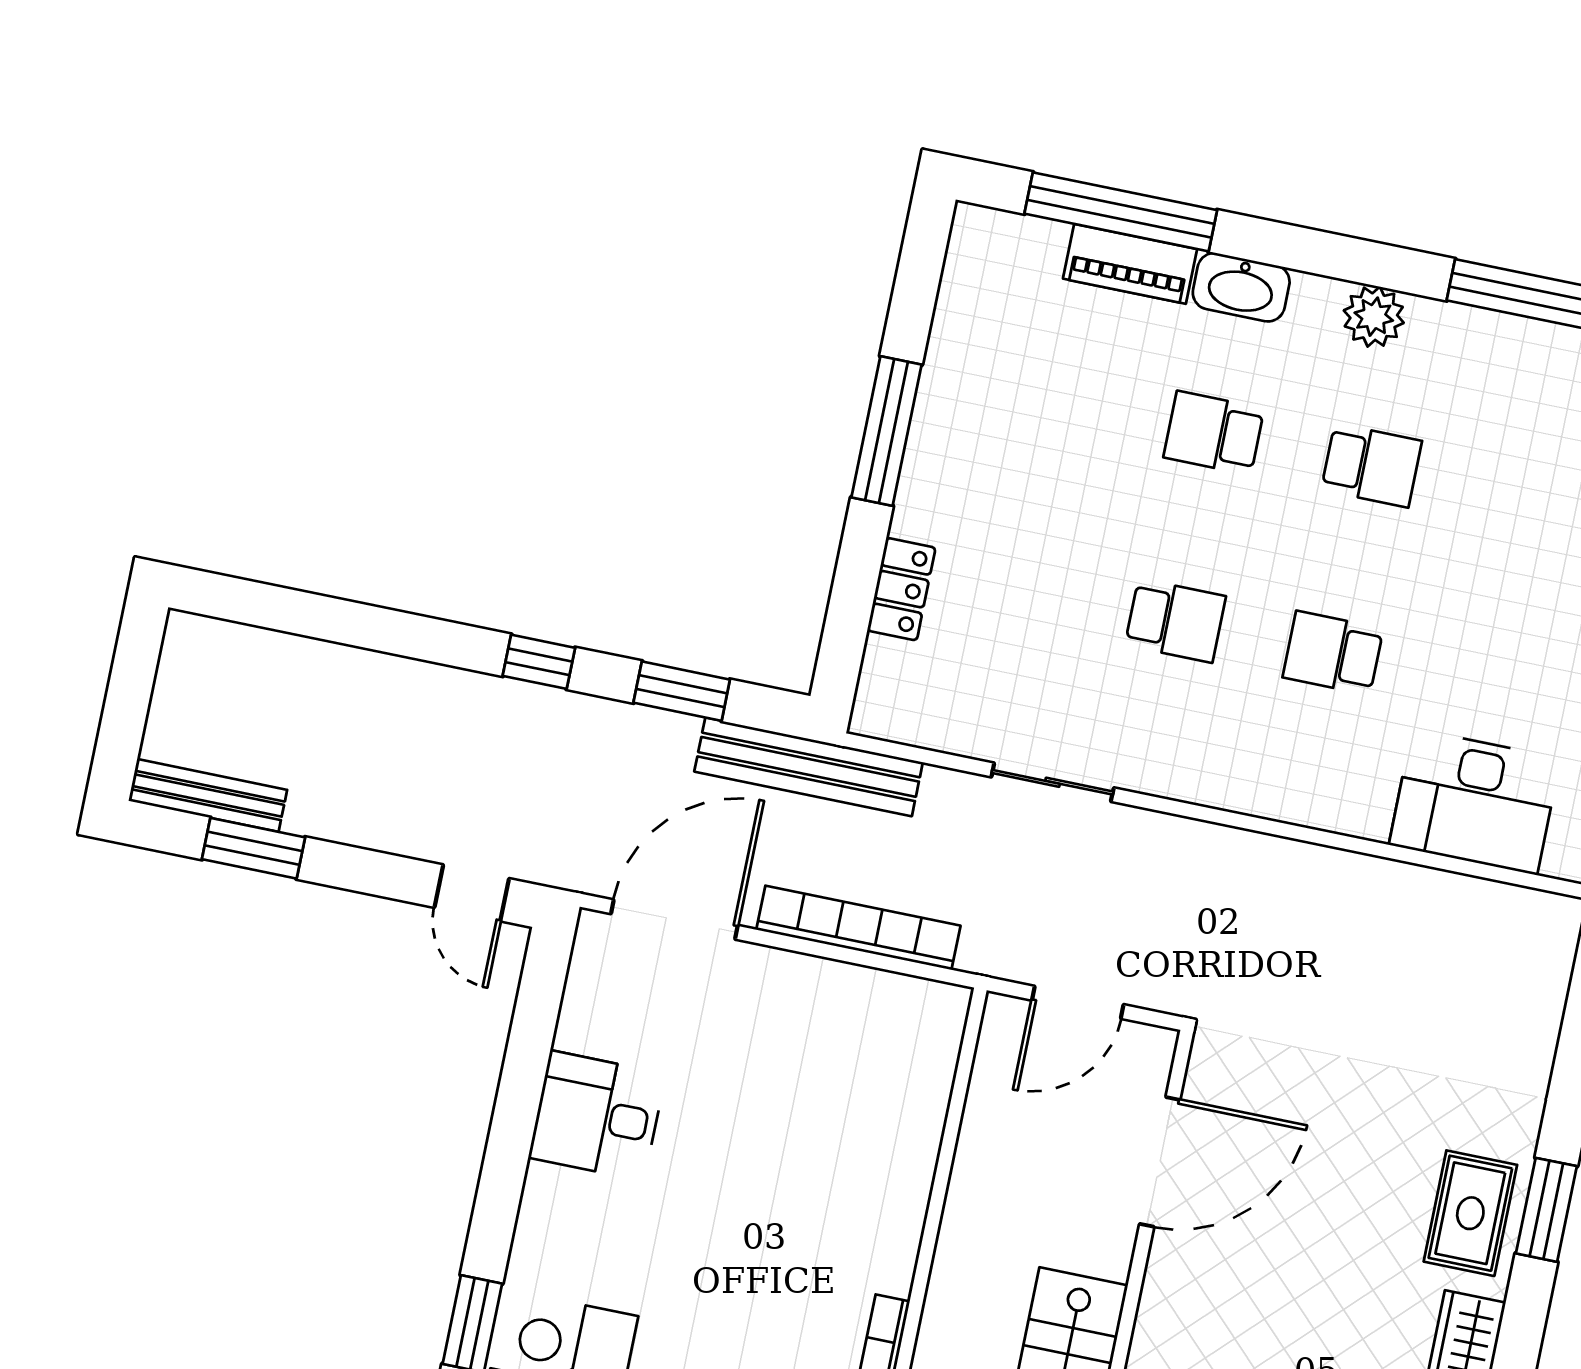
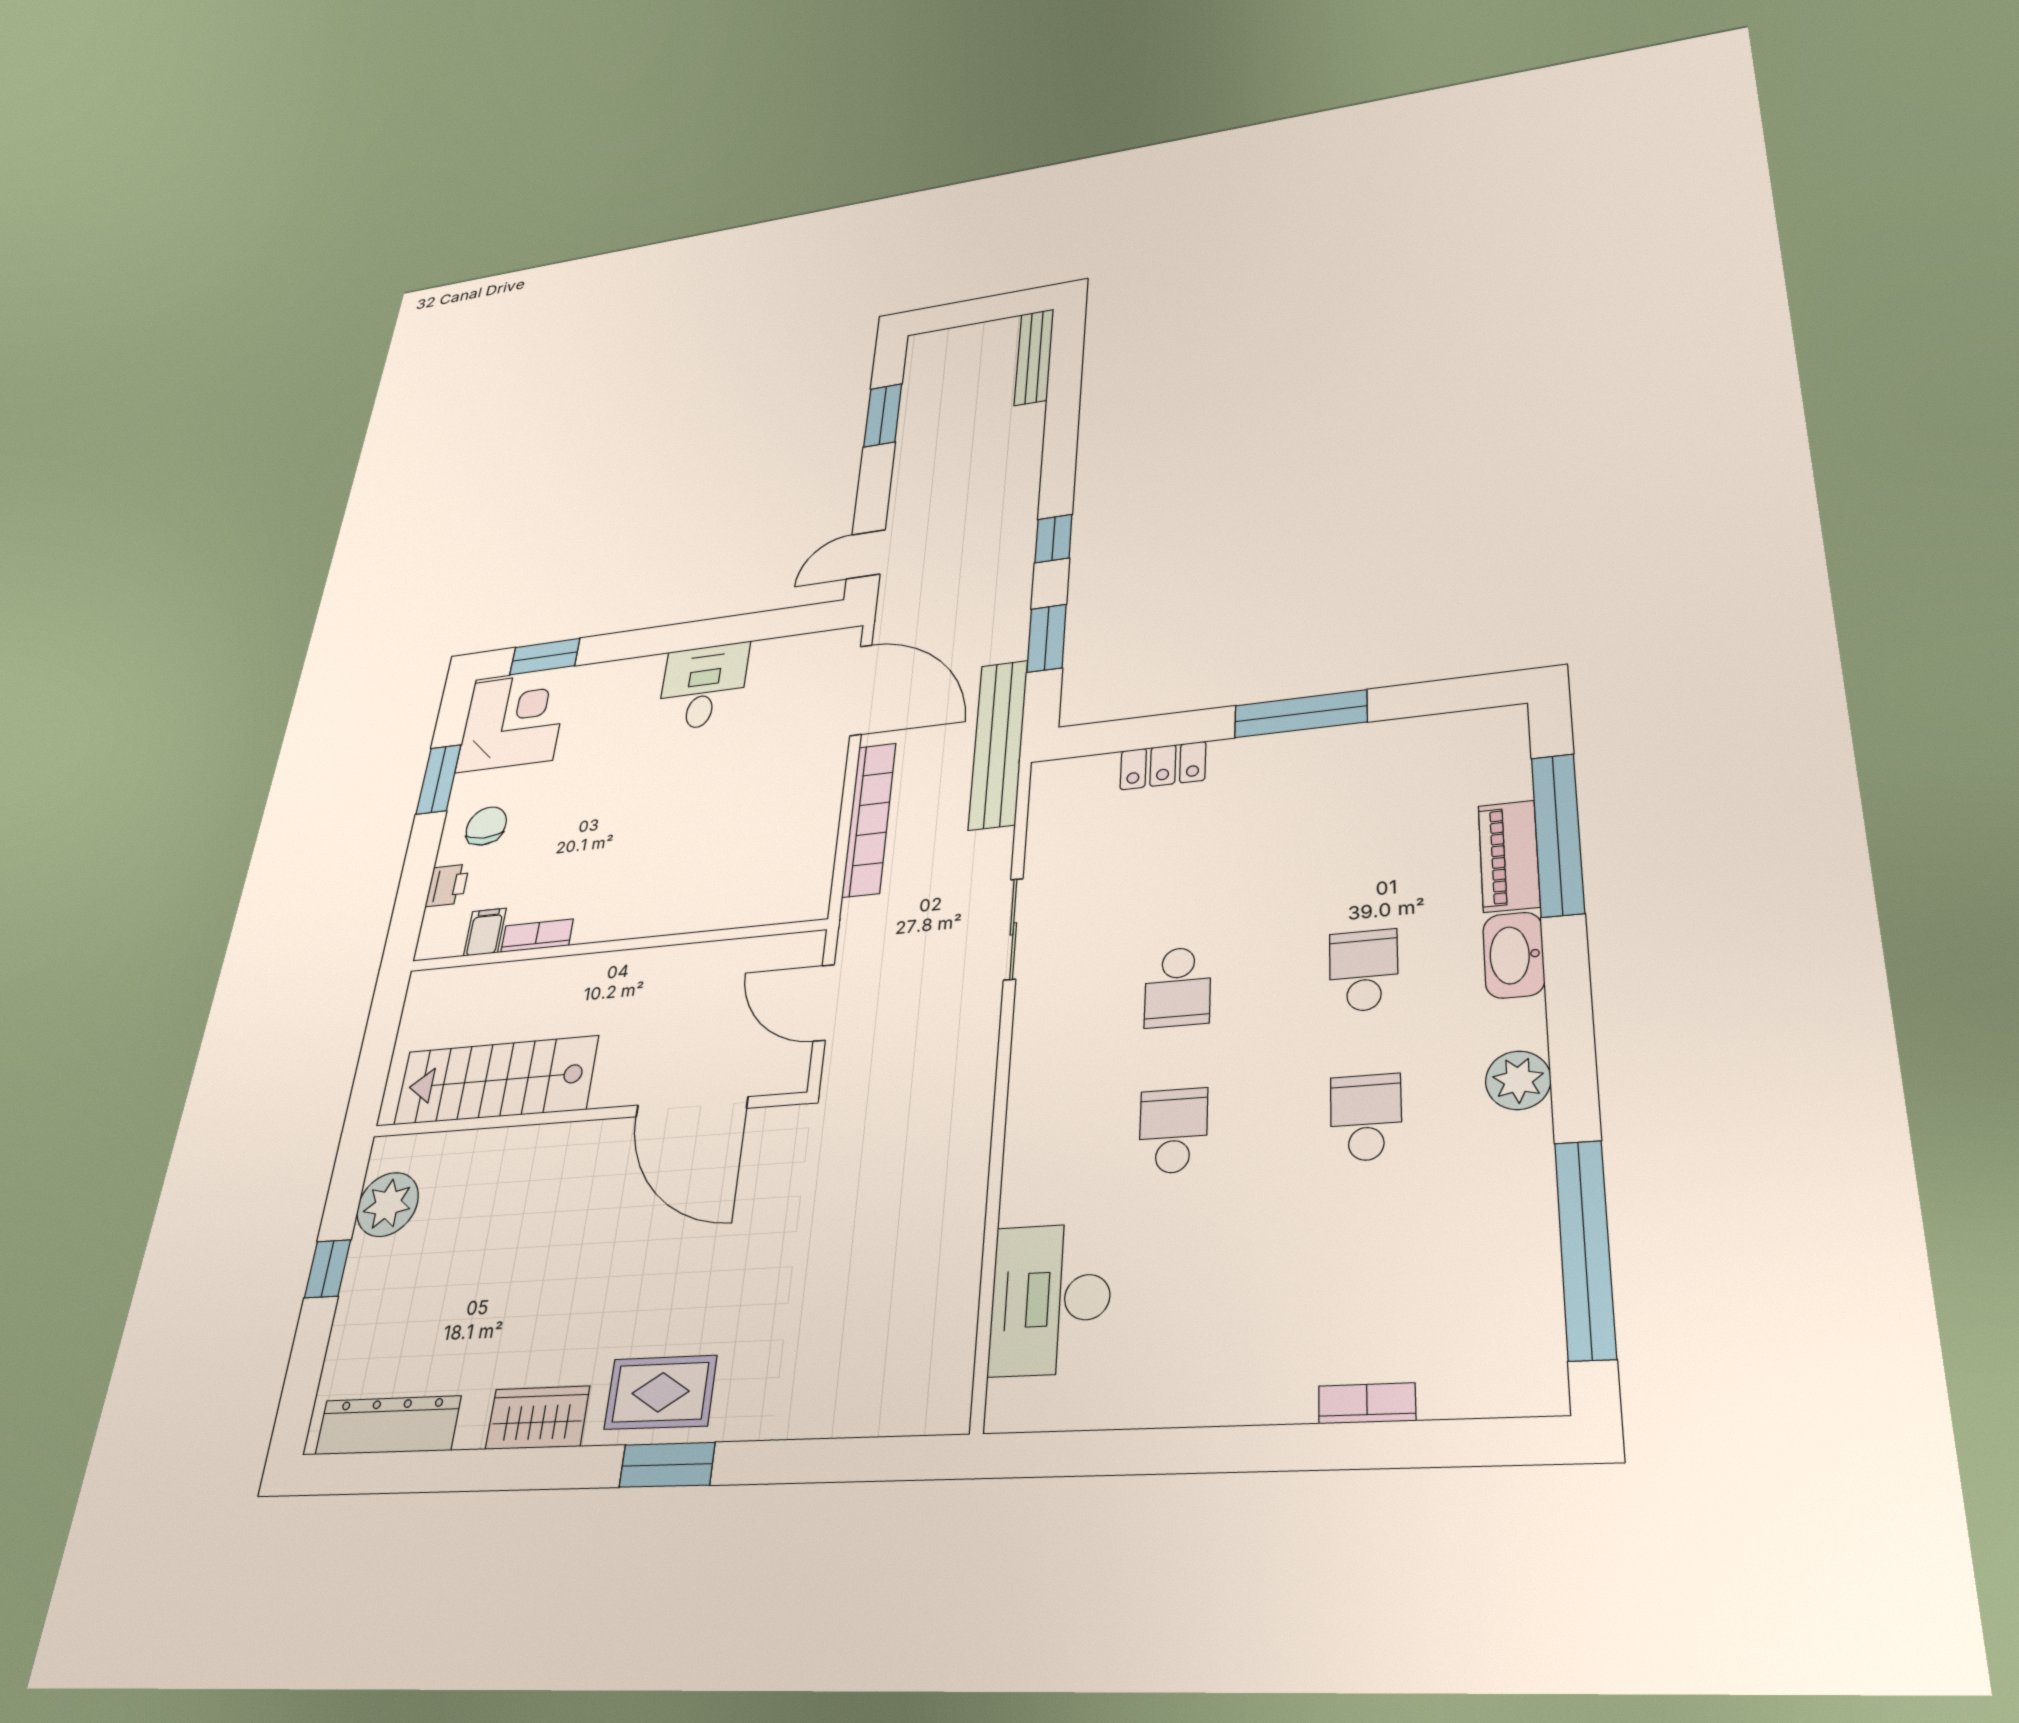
school desk: (1372, 465) -> (1366, 1117), turned 180
bench: (208, 795) -> (1034, 357), moved

